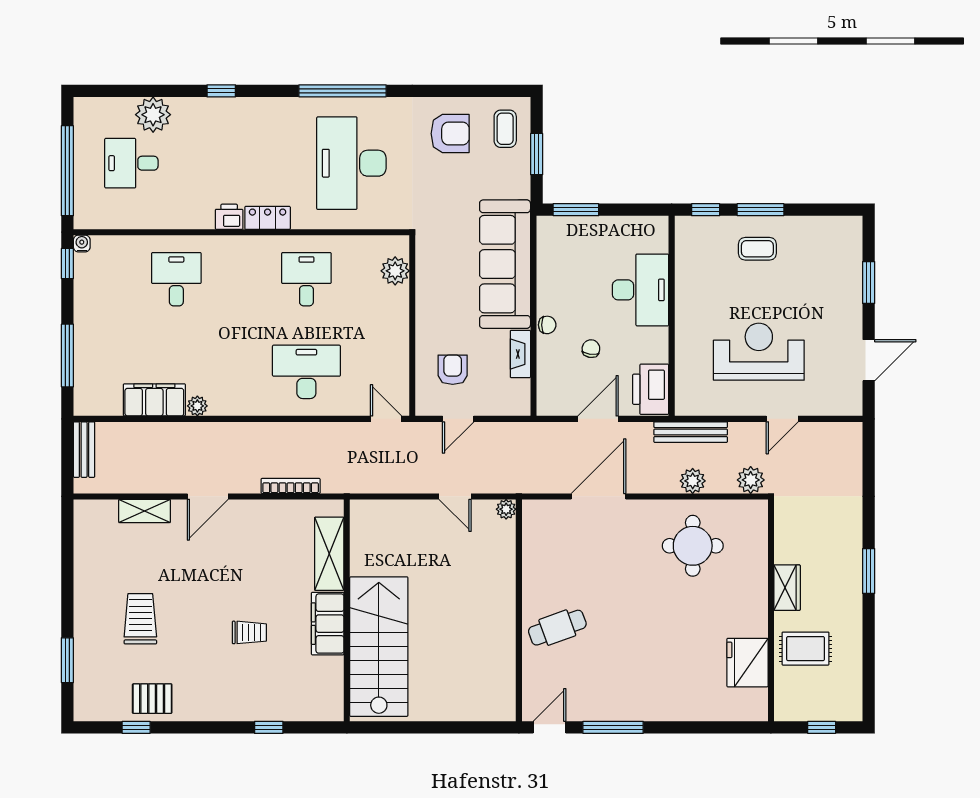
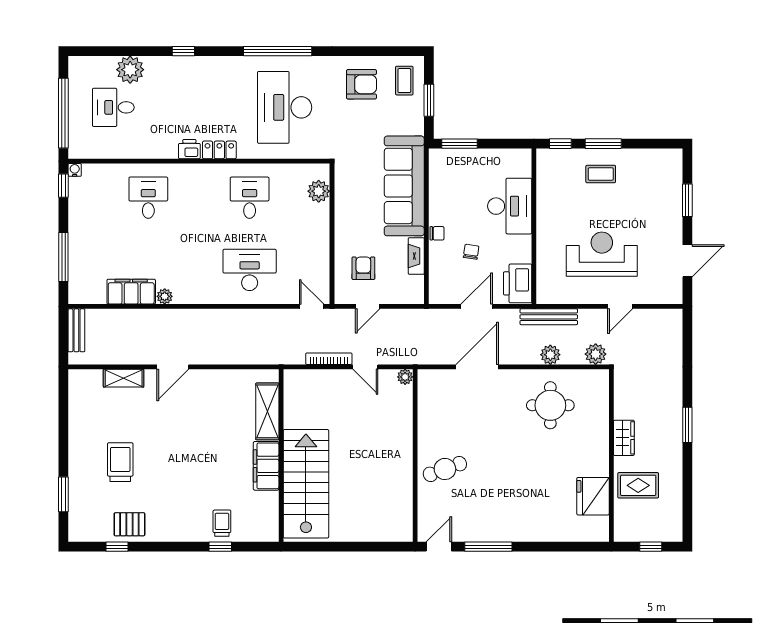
bookcase: (291, 486) -> (329, 359), moved
trolley: (249, 632) -> (222, 523), moved, turned -90

